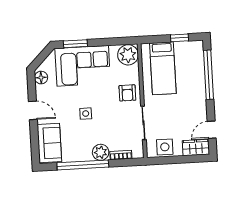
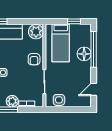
floor lamp: (196, 82) -> (84, 54), added
wardrobe: (196, 147) -> (81, 102), removed

